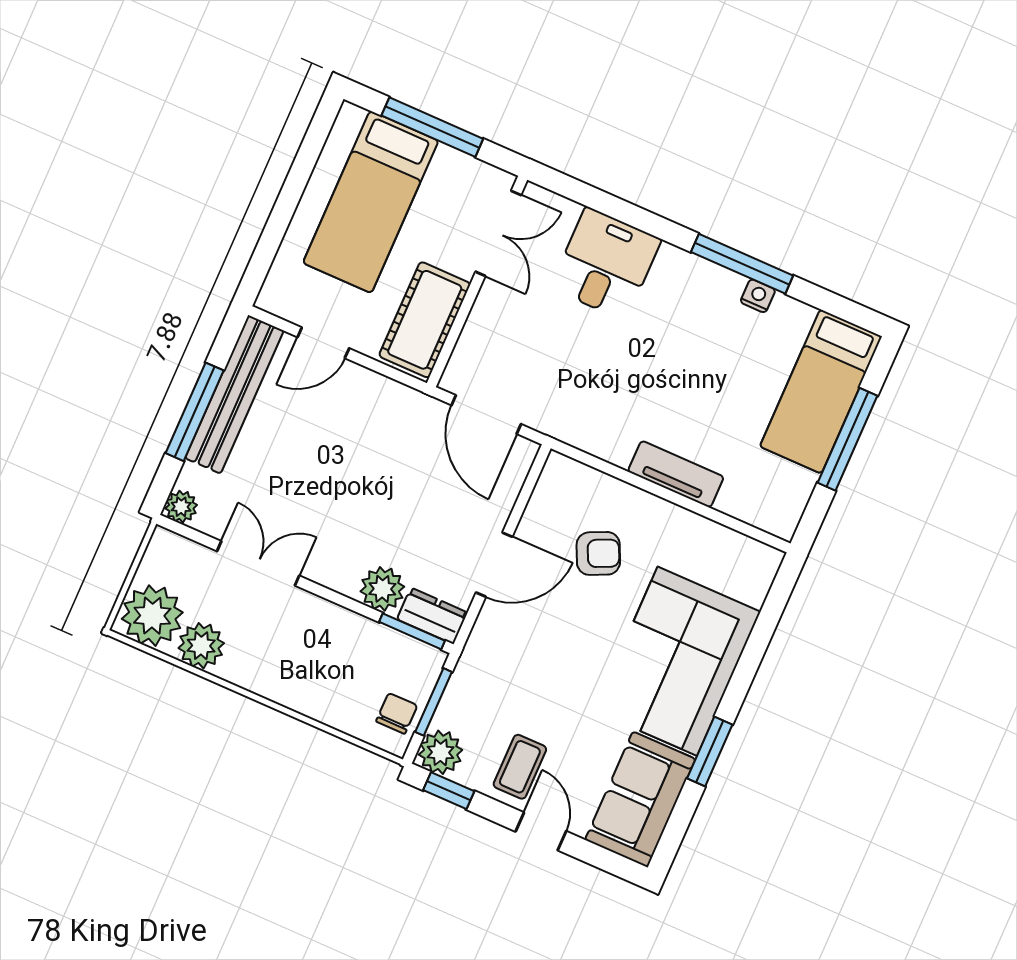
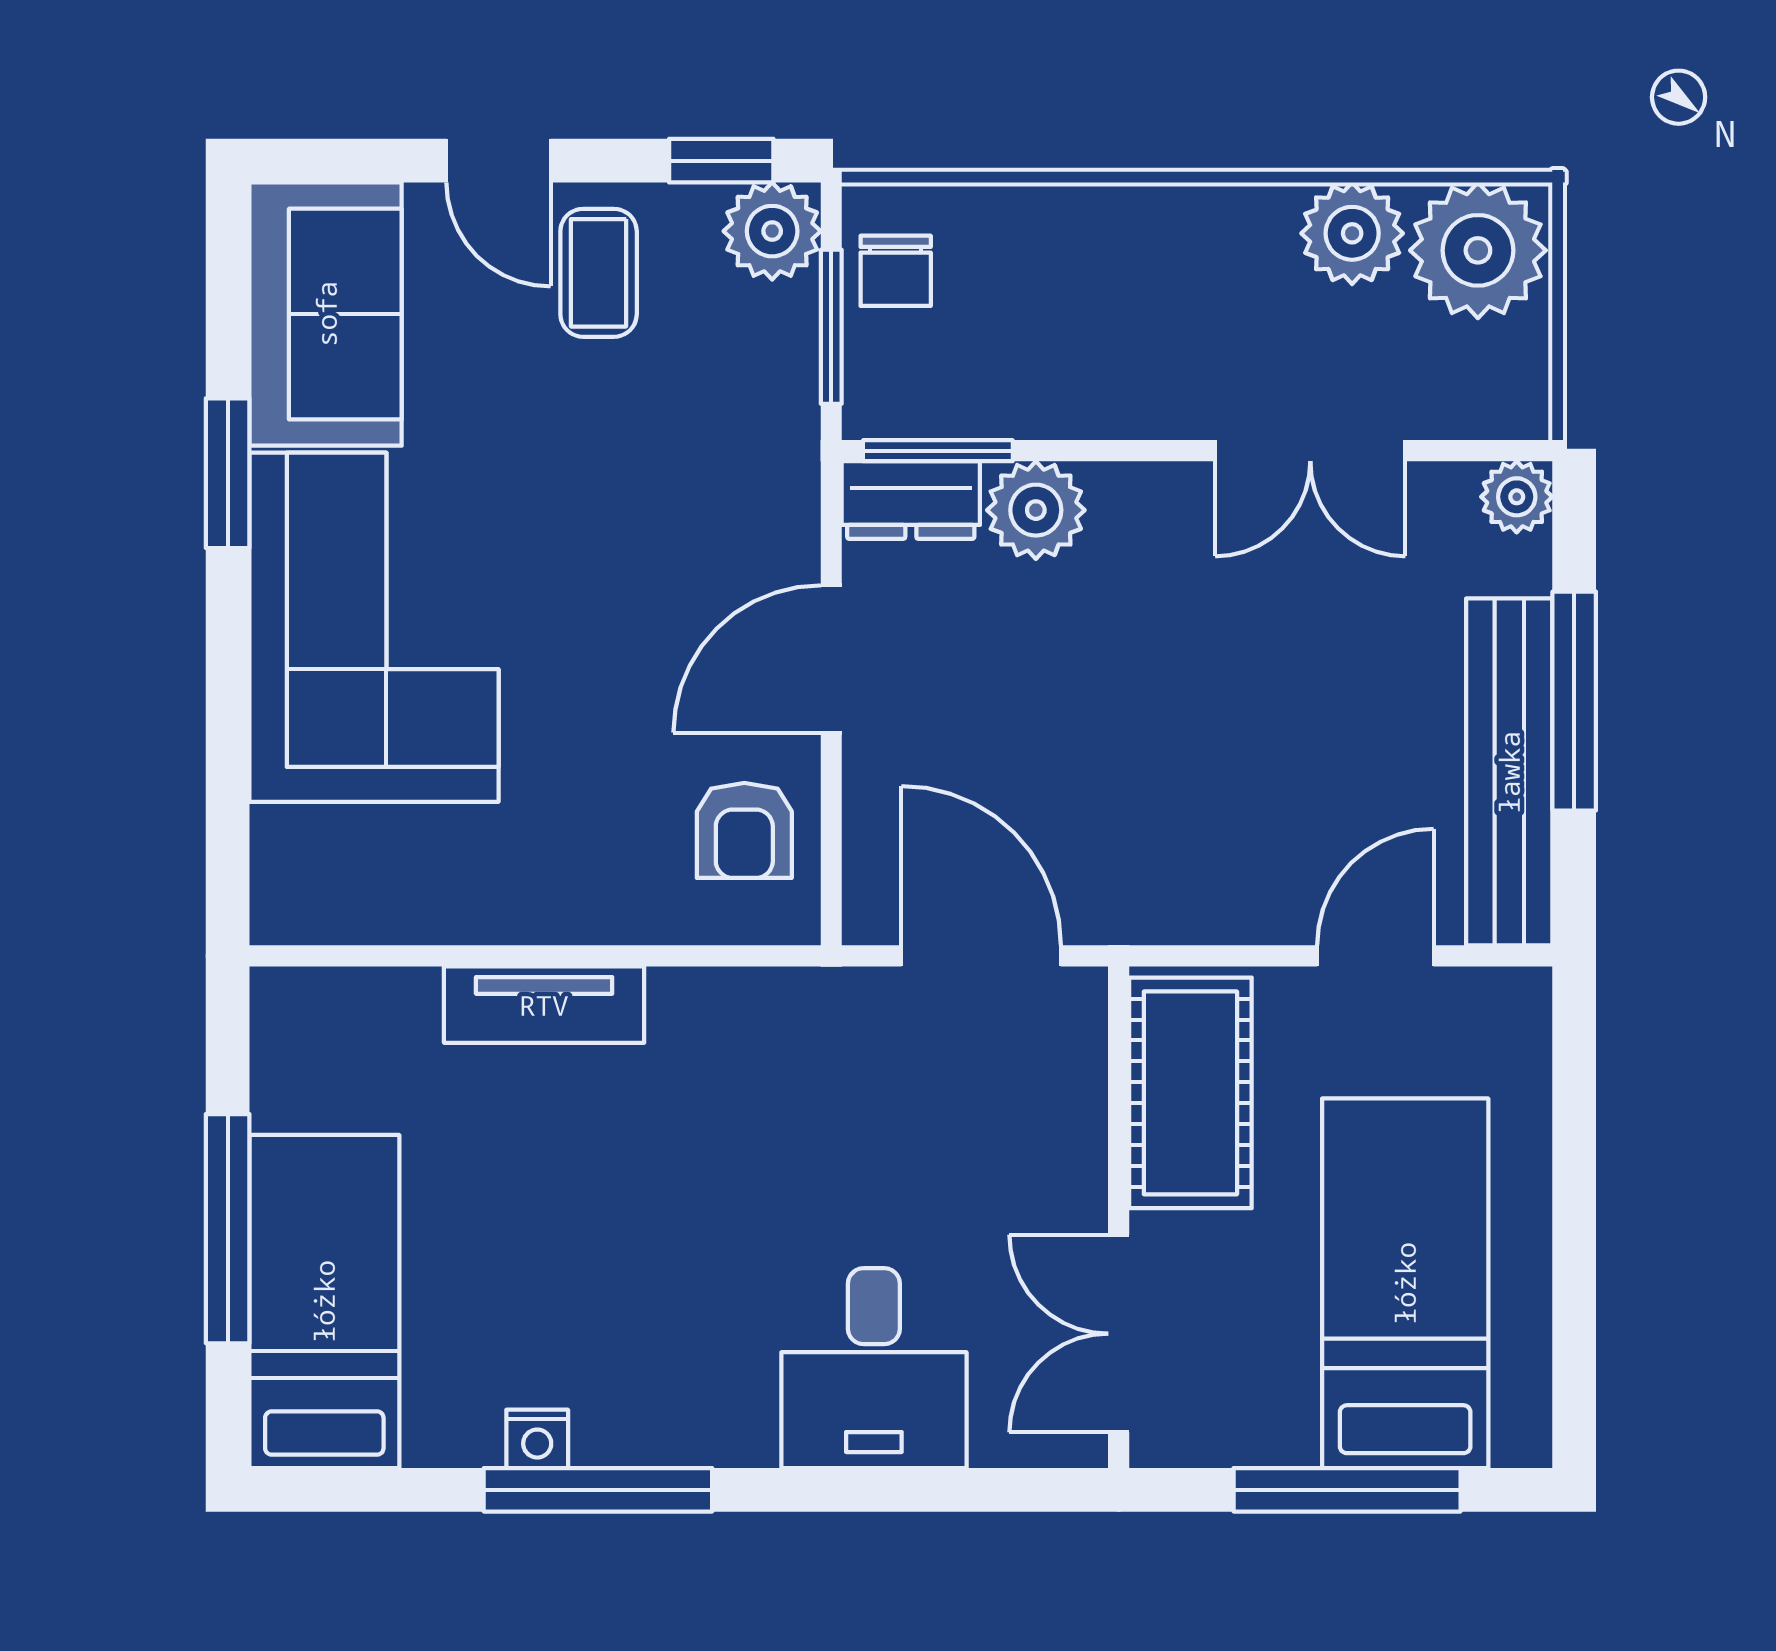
armchair: (598, 553) -> (744, 830), moved, turned -65

